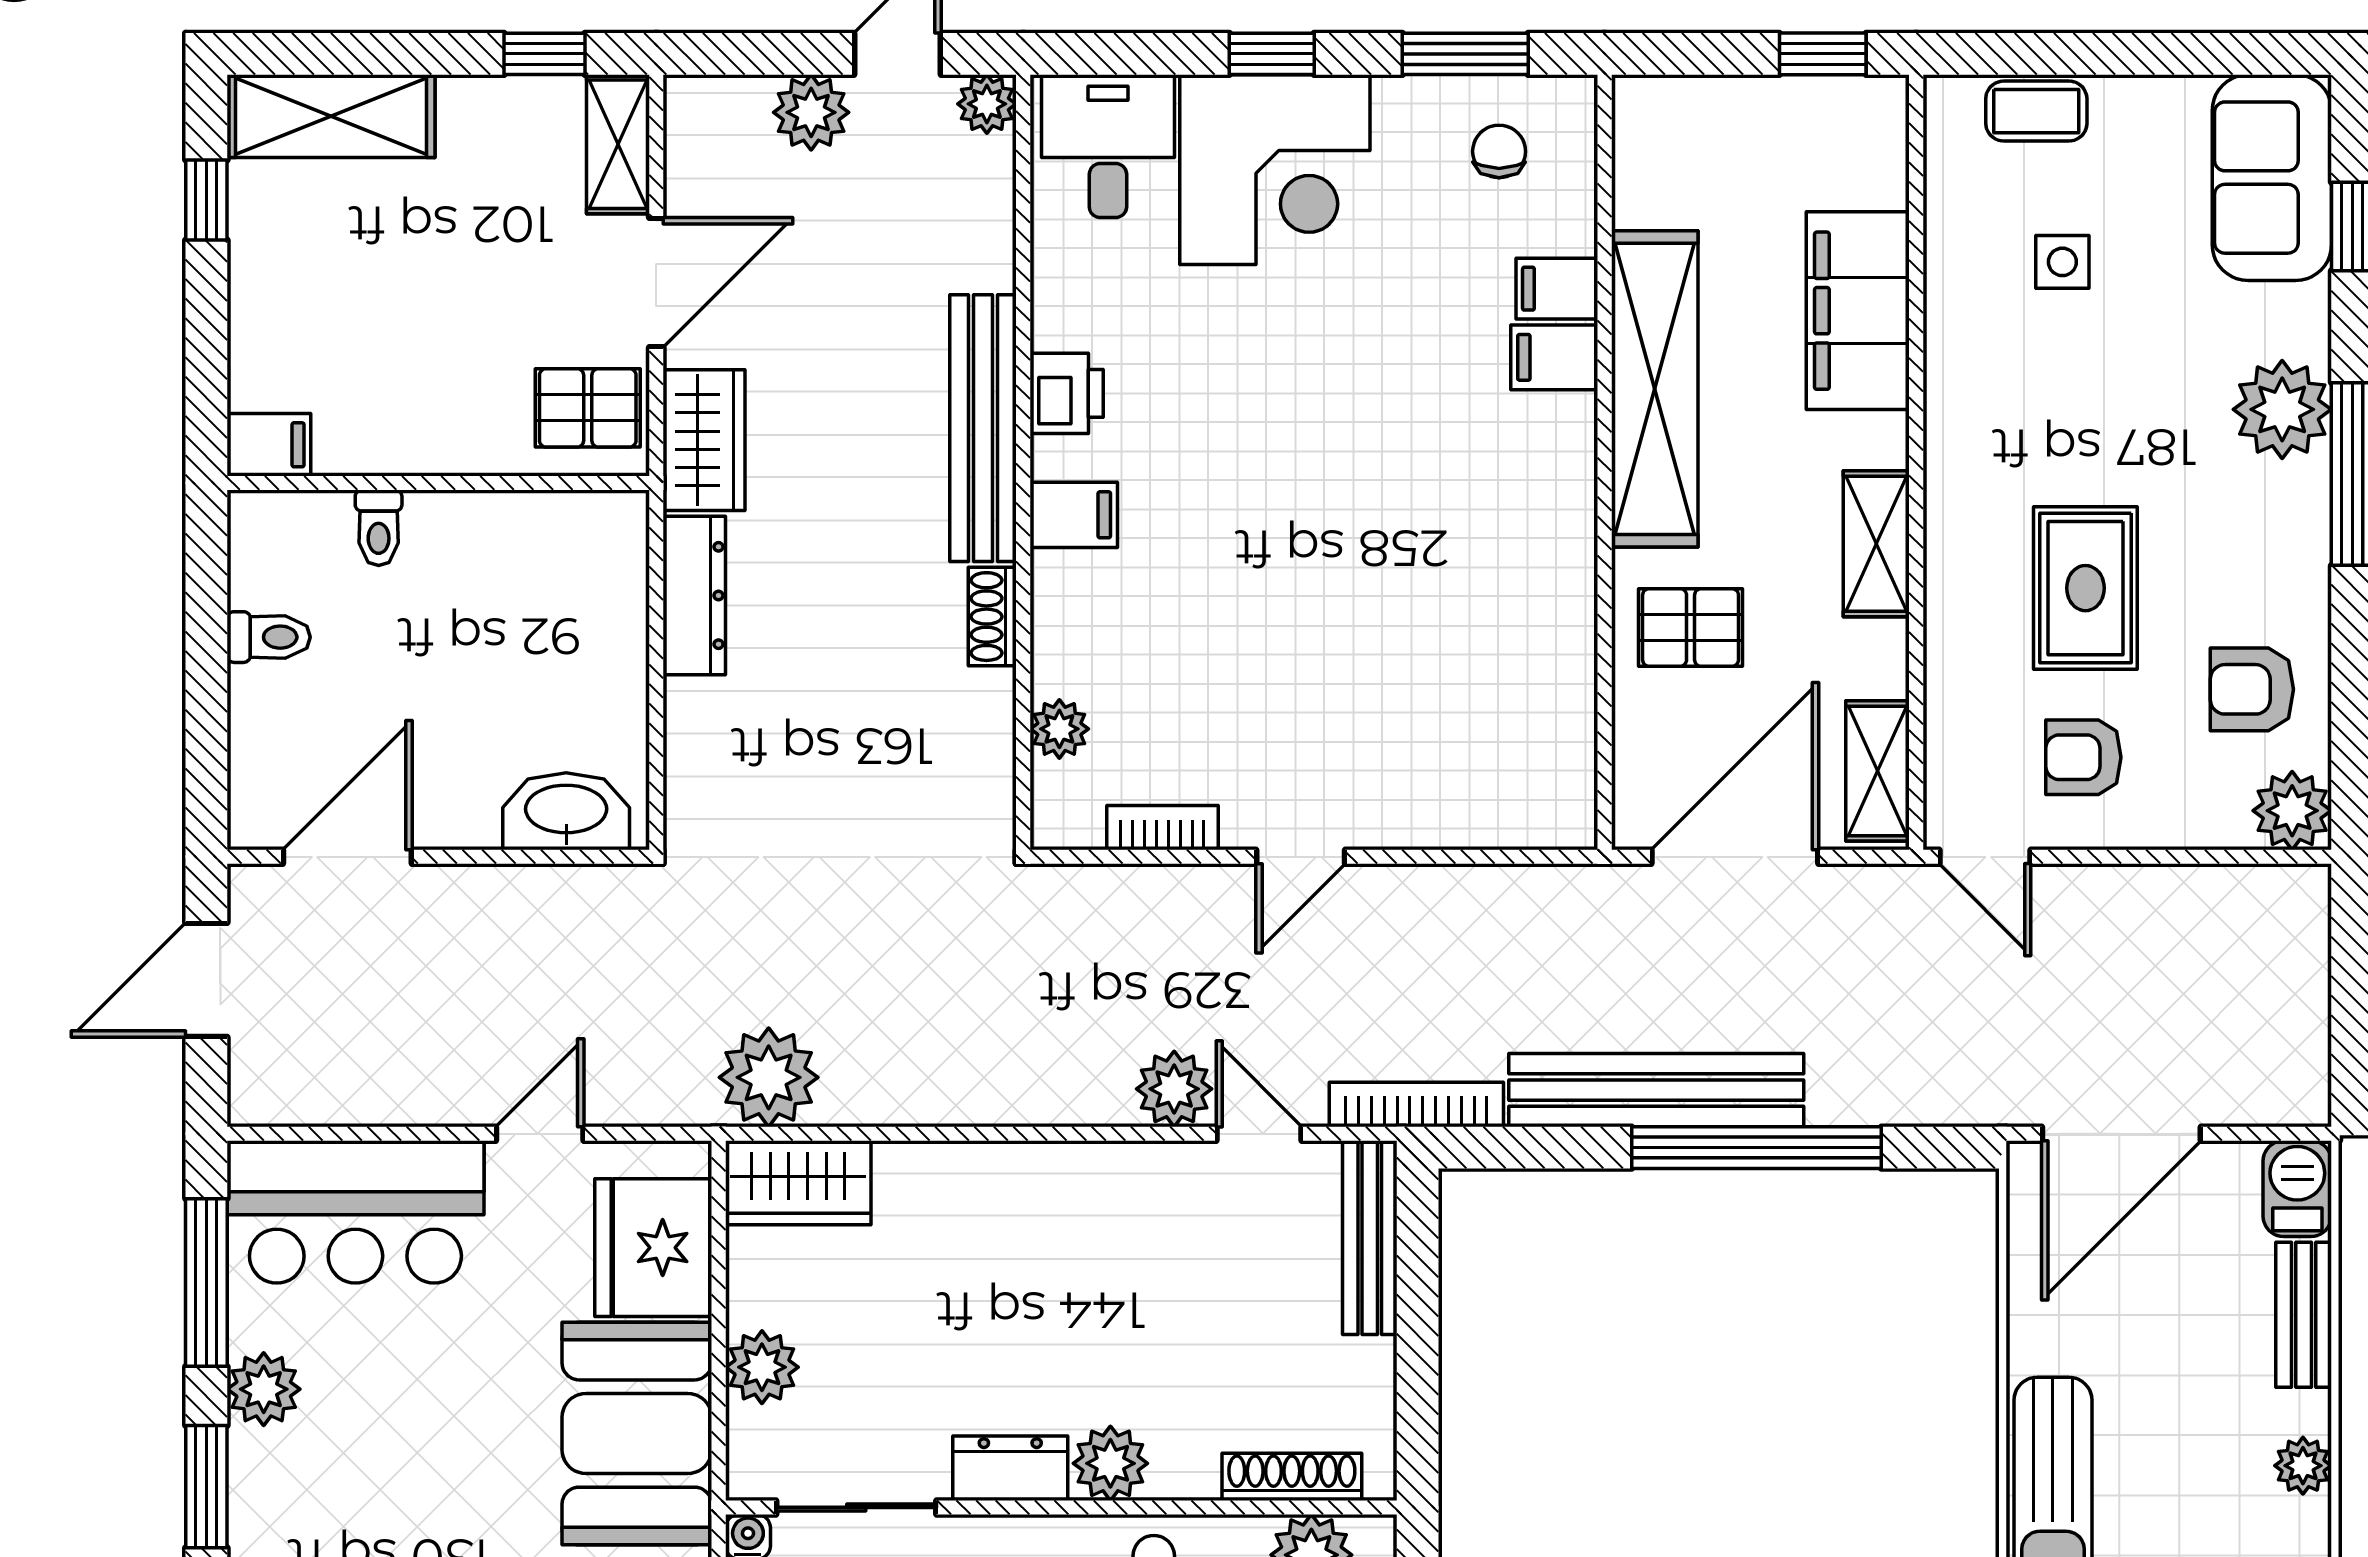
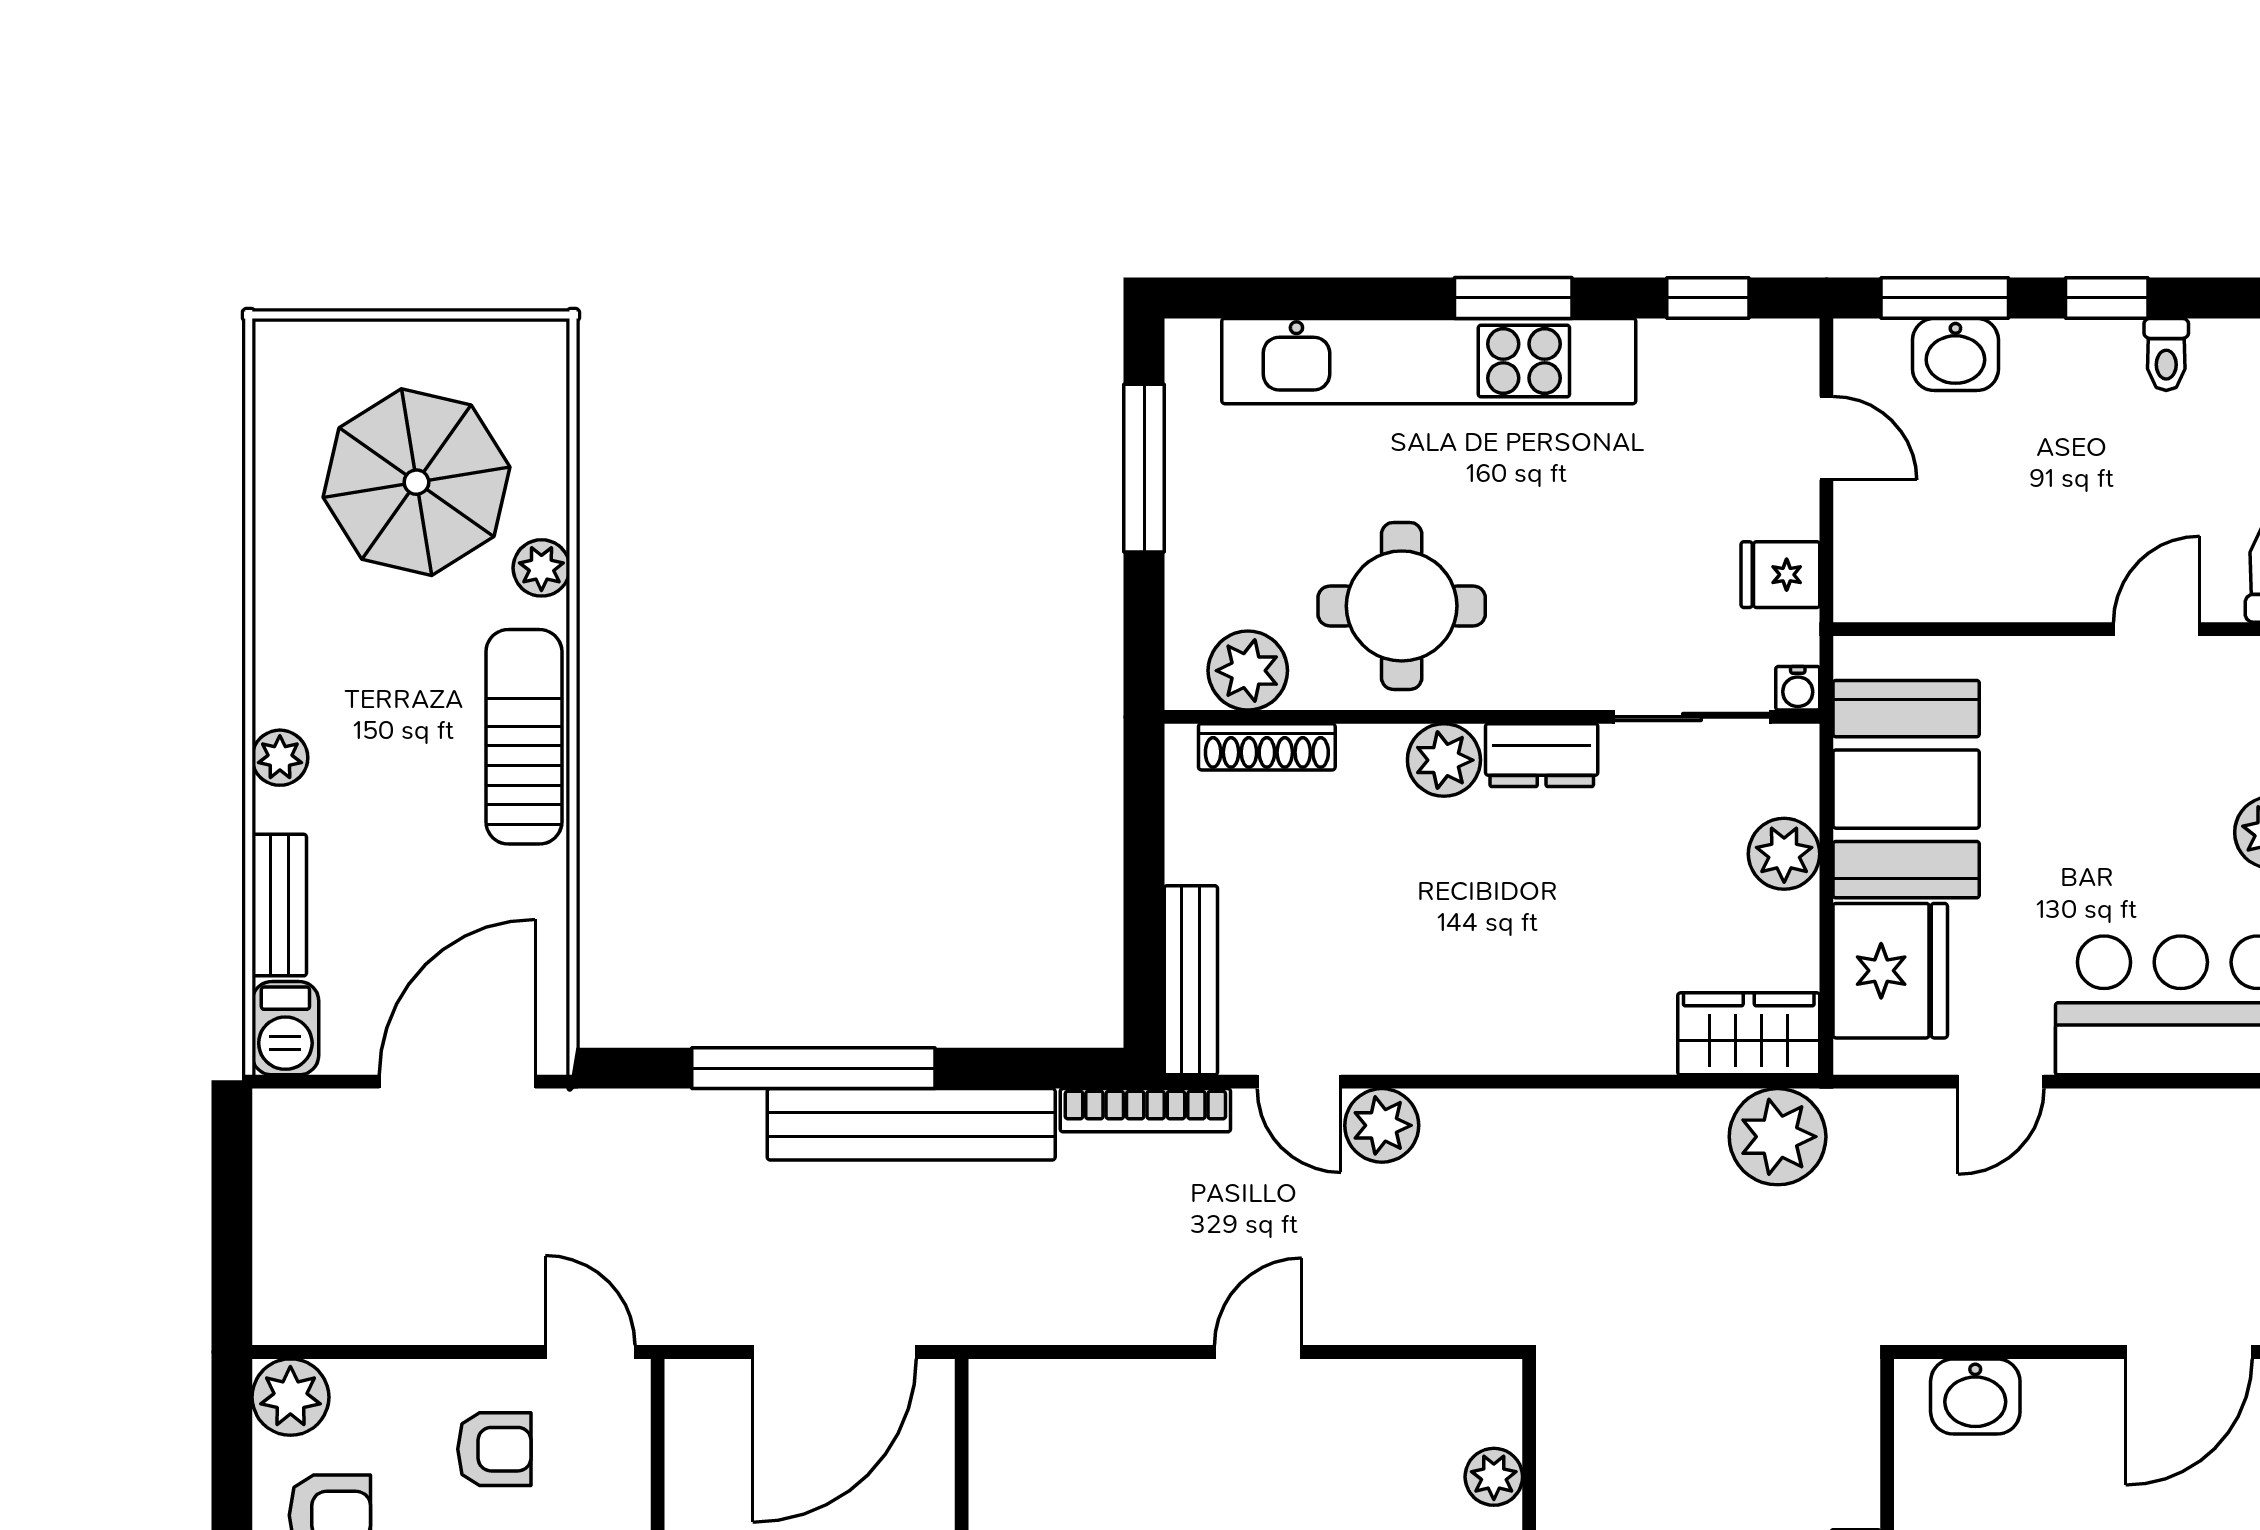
shelving: (1878, 771) -> (695, 1436), removed
washbasin: (566, 811) -> (1975, 1396), width x0.72
bookcase: (1162, 828) -> (1393, 1380), removed

